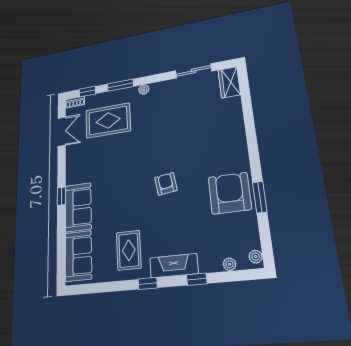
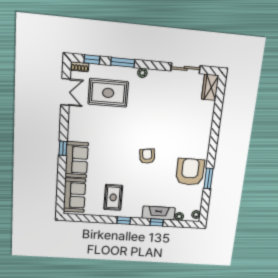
fireplace: (174, 266) -> (159, 213), moved

